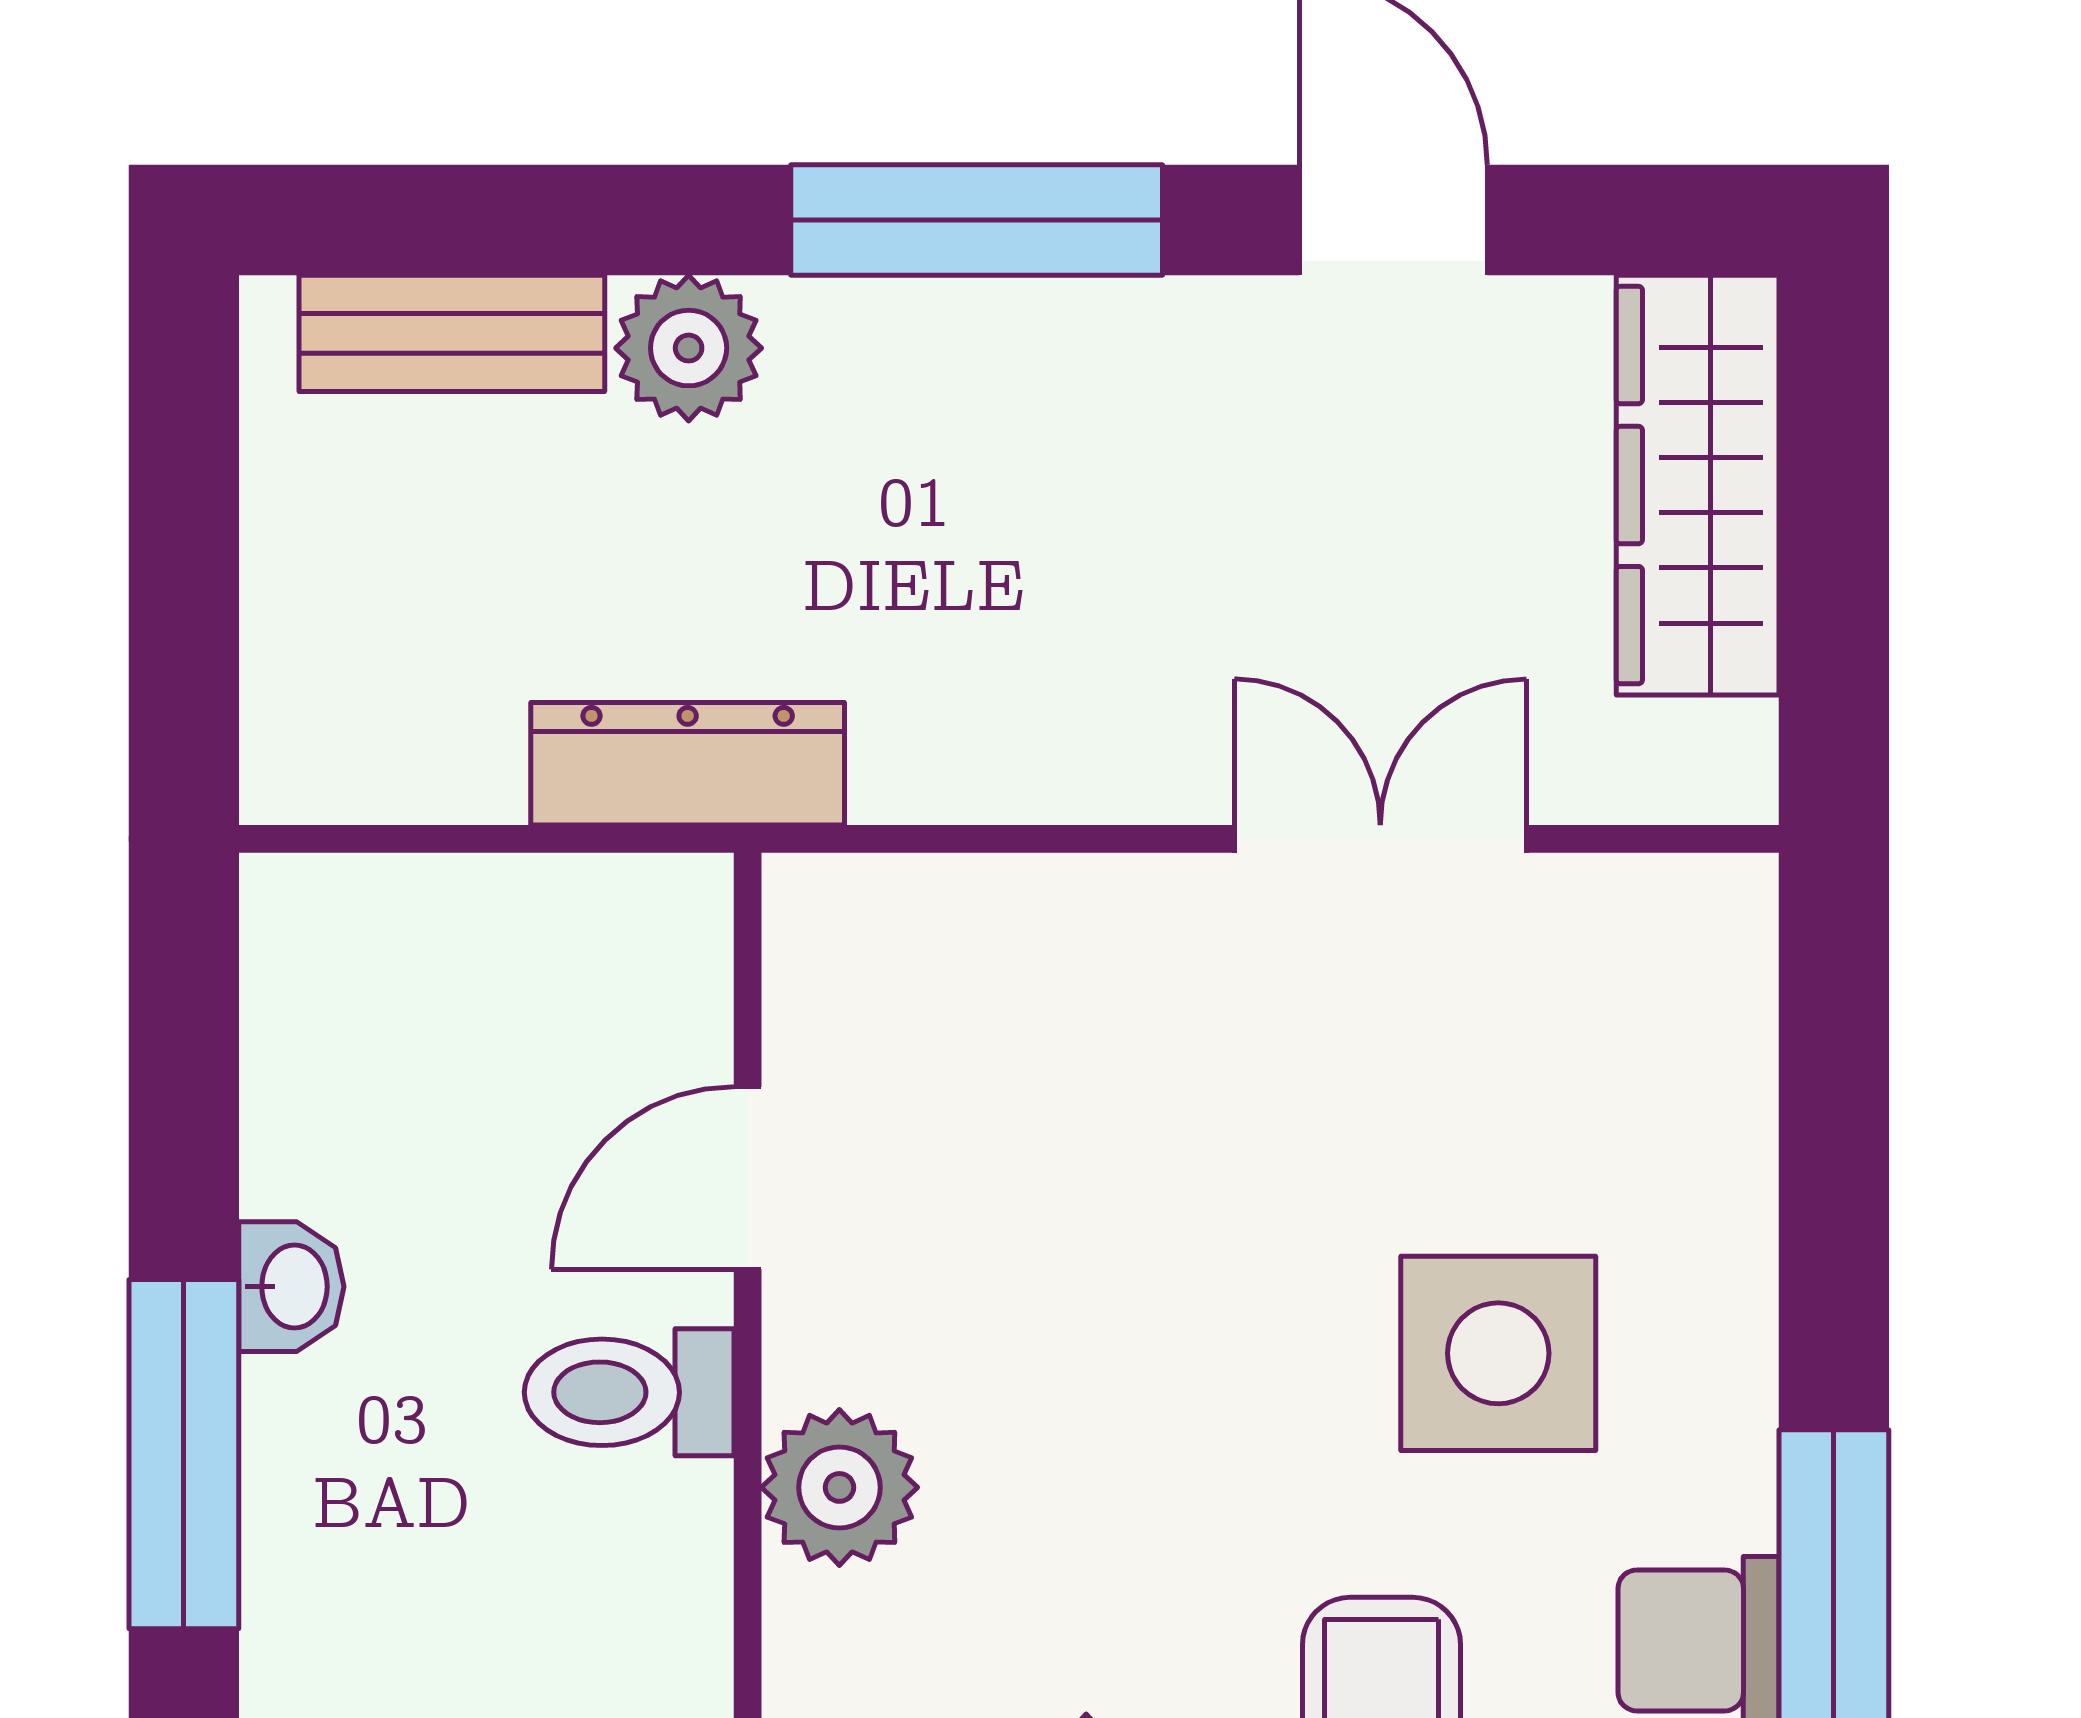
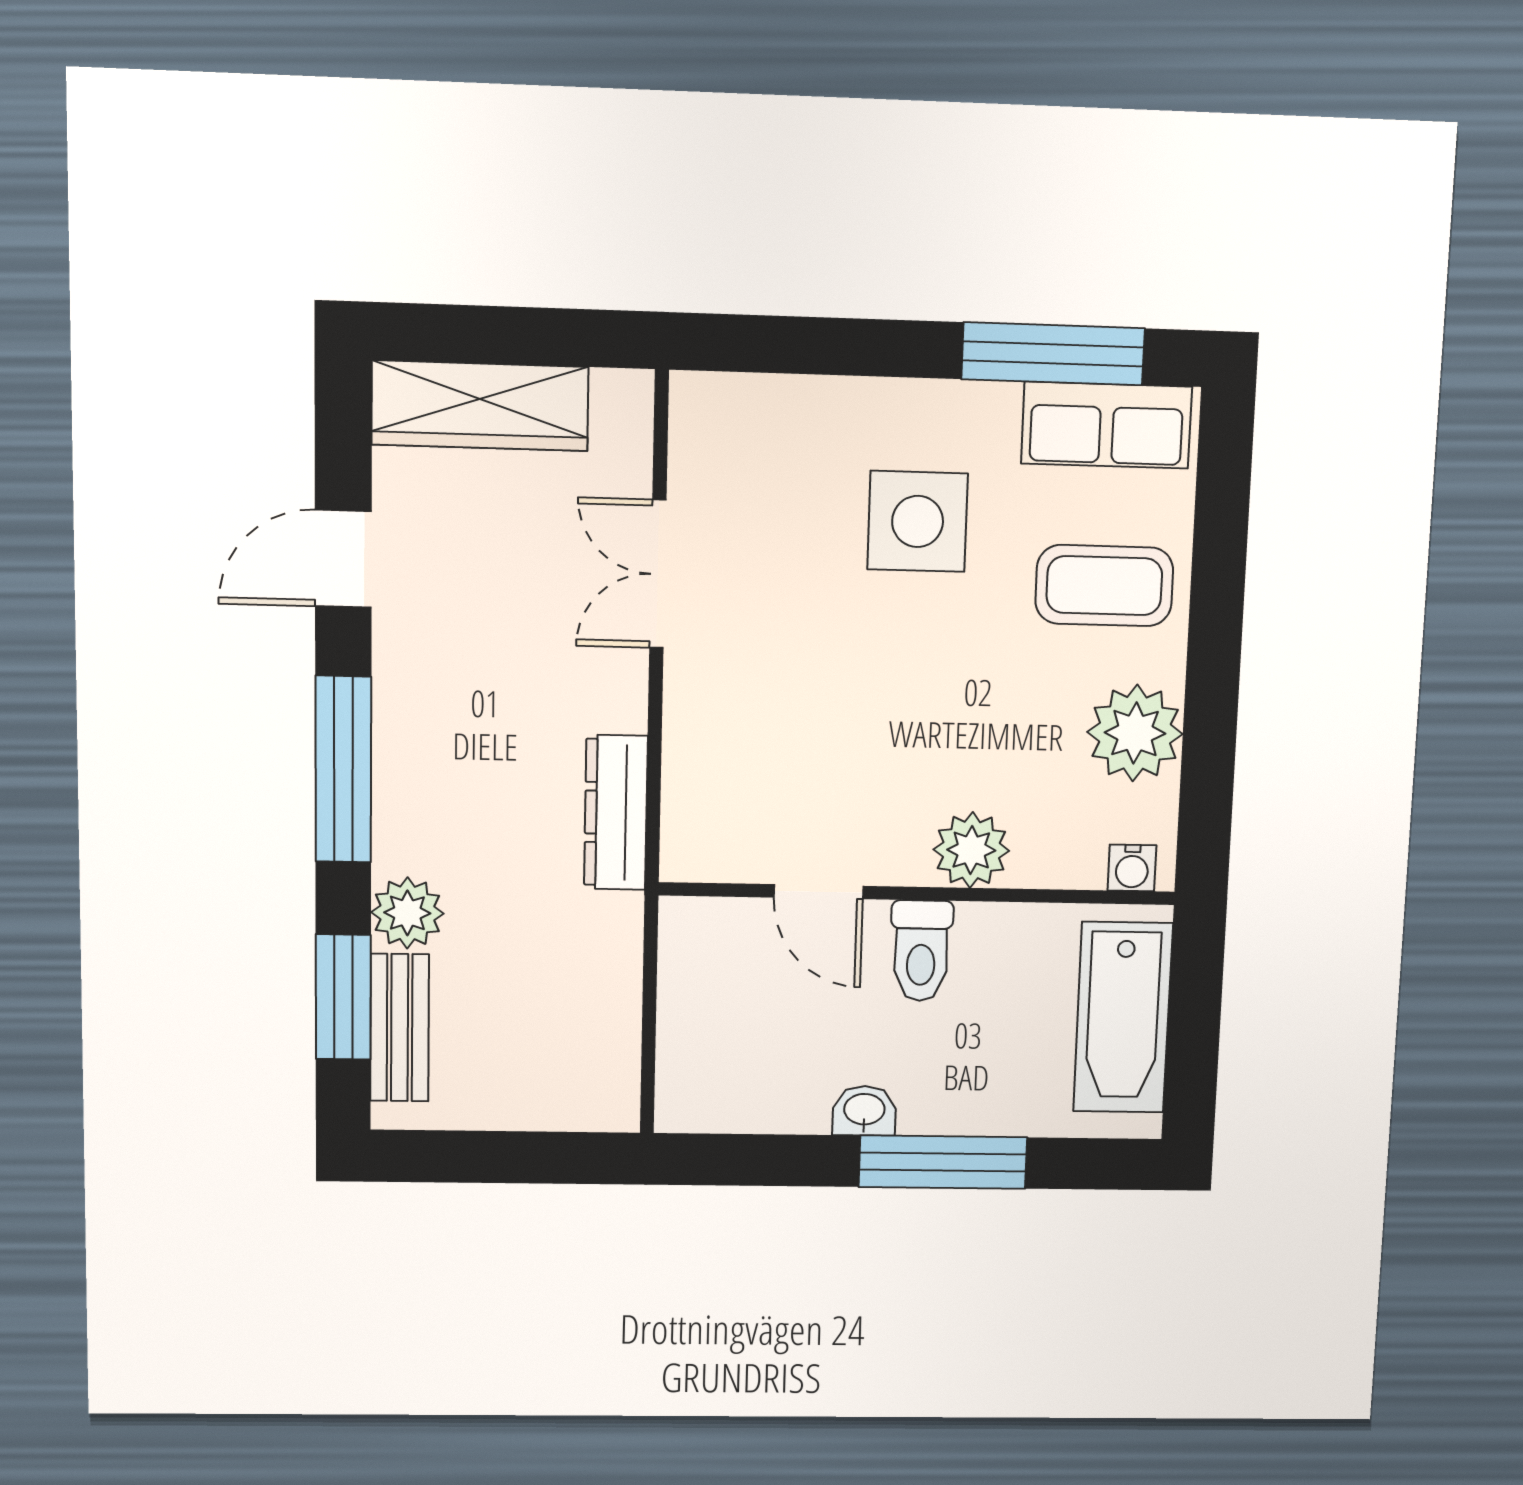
window: (514, 220) -> (343, 997), added
dresser: (688, 764) -> (616, 813), moved

